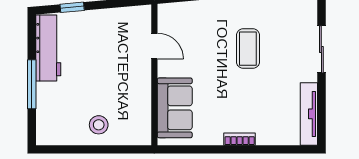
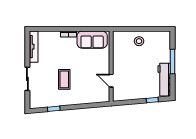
sofa: (175, 108) -> (92, 40), moved, turned -90

